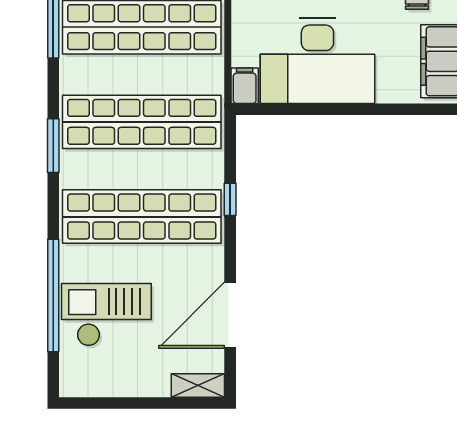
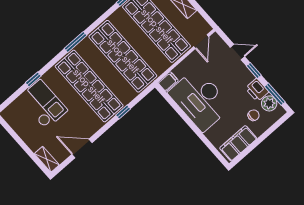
window: (53, 146) -> (76, 42), moved
window: (53, 295) -> (33, 79), width x0.32
door: (230, 315) -> (82, 149), width x0.73

